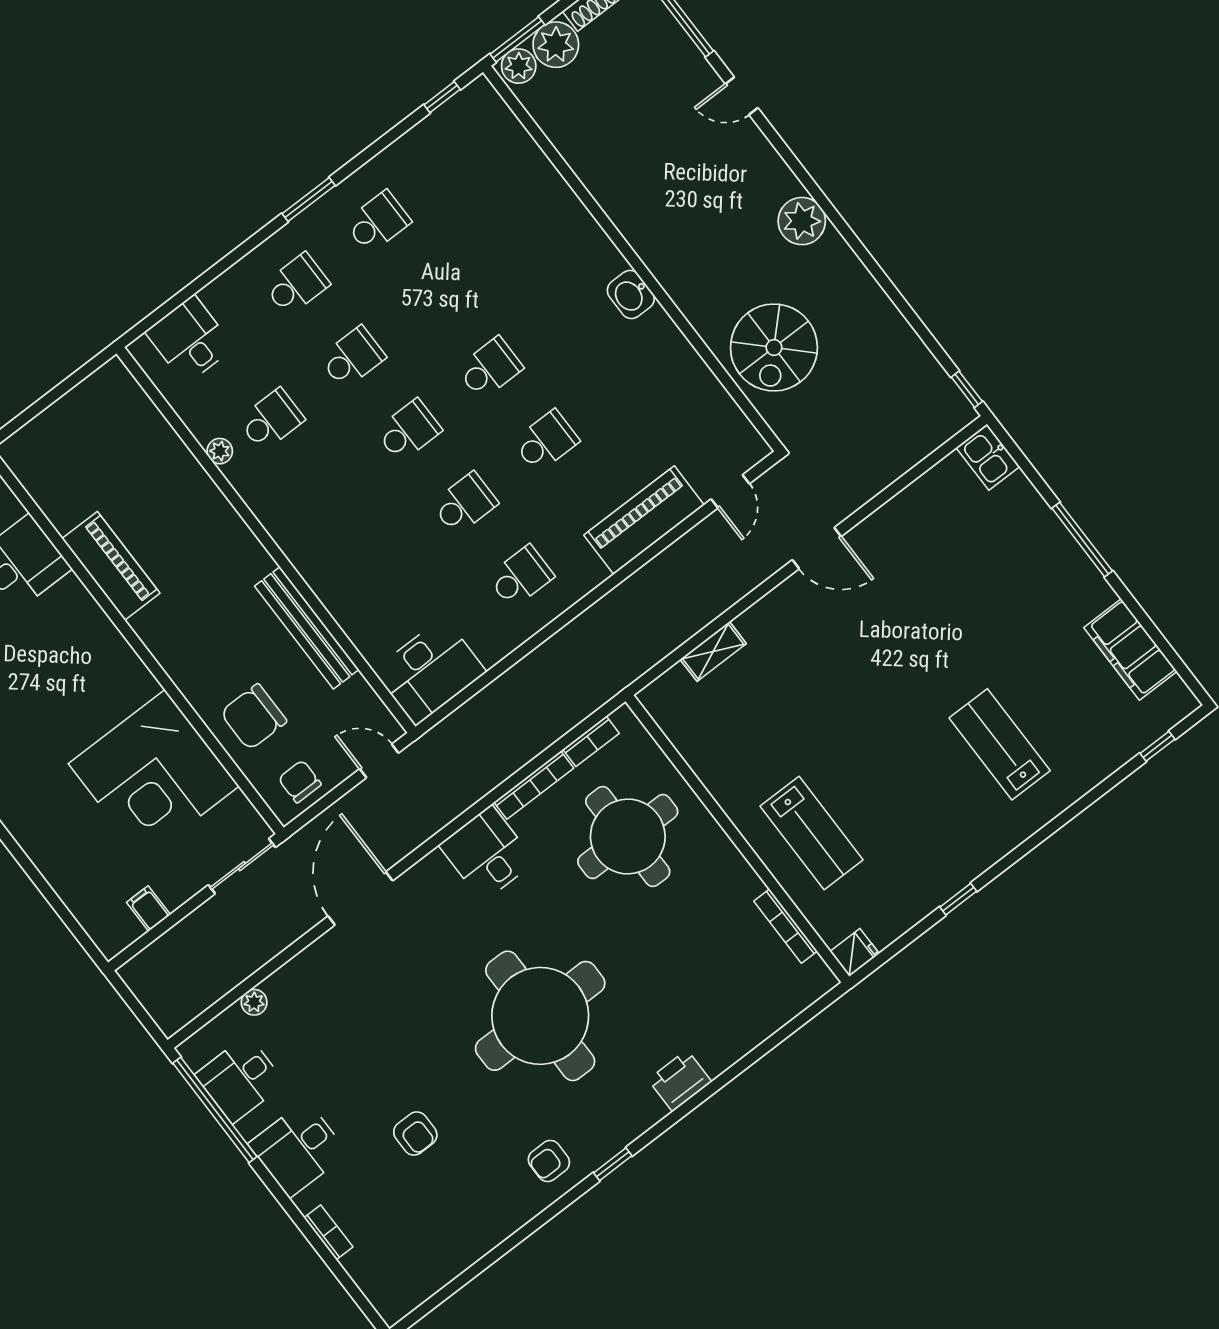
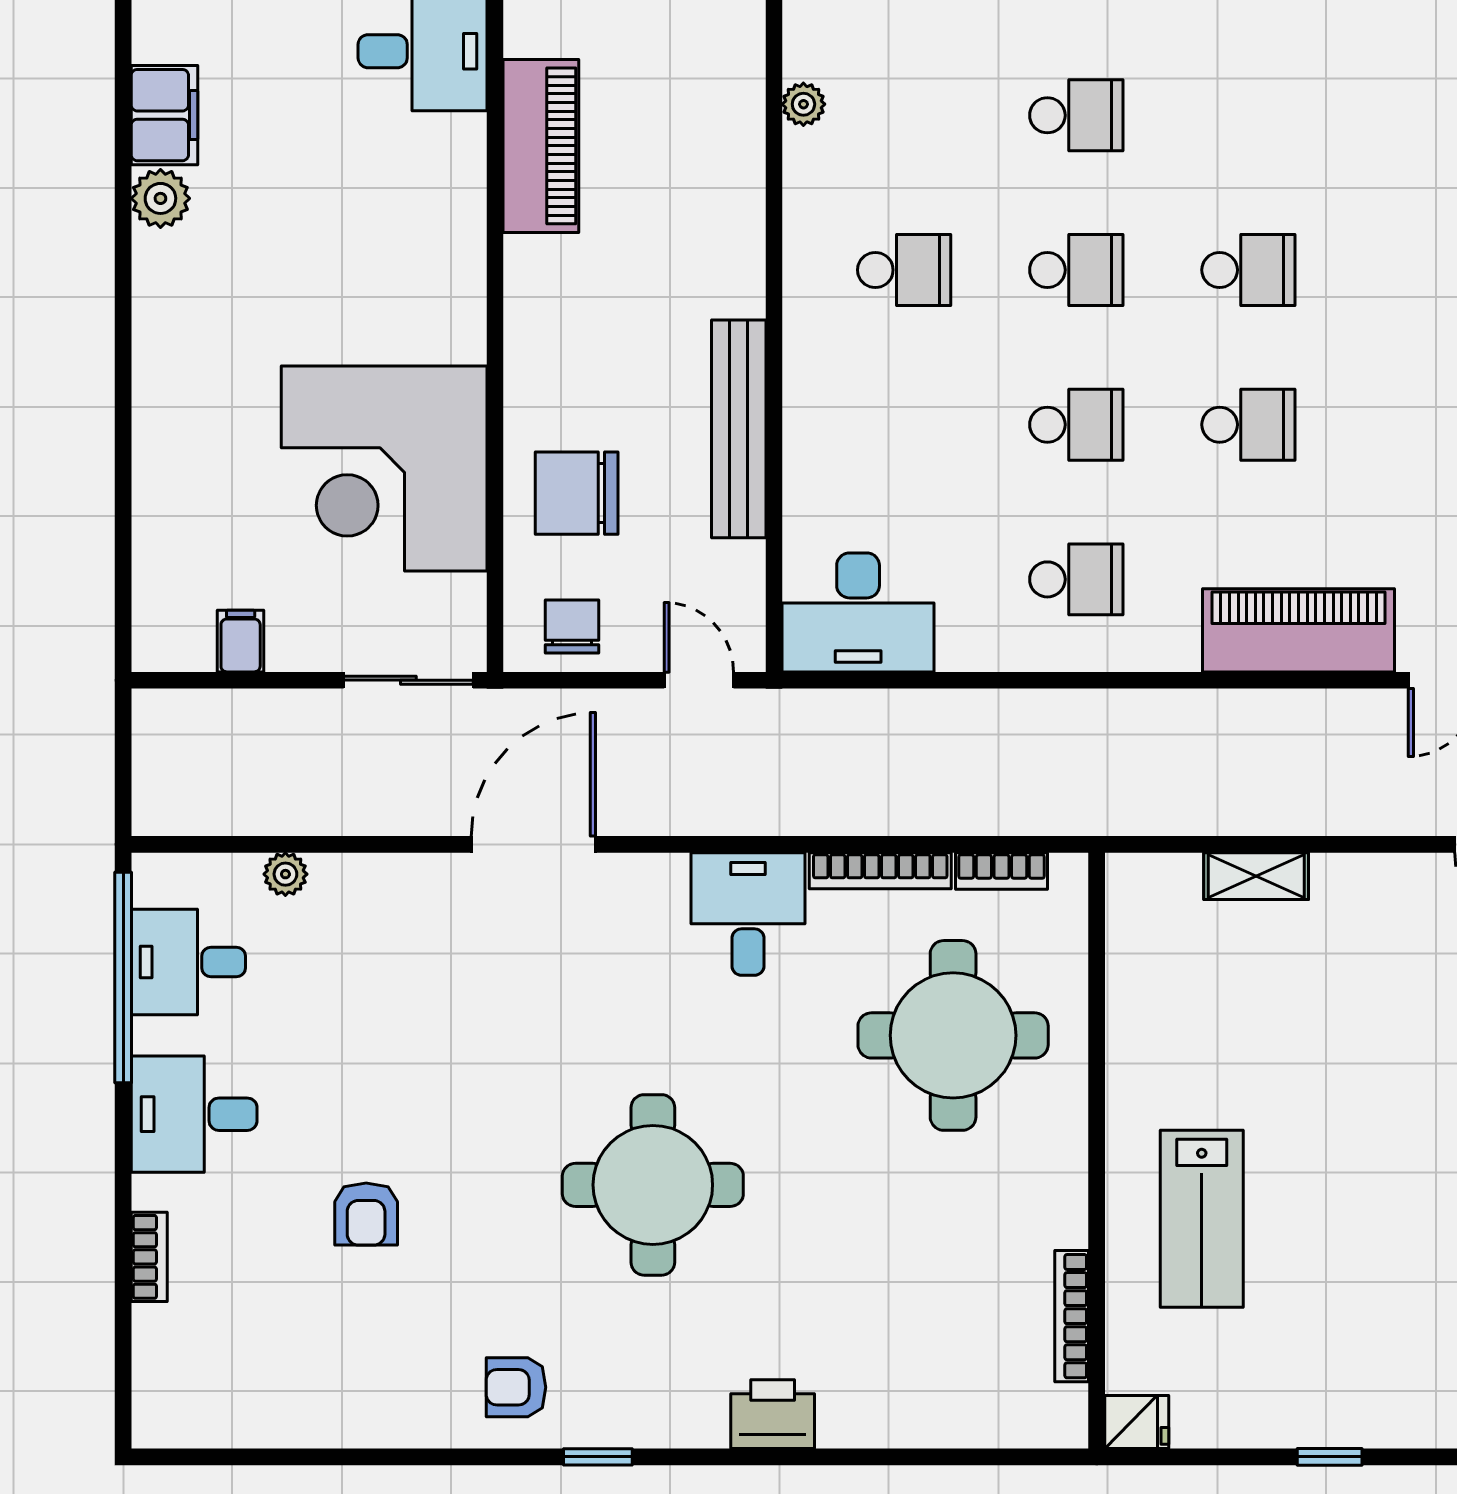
school desk: (271, 420) -> (904, 270), moved
round table: (540, 1016) -> (653, 1185), width x0.73, depth x0.73

